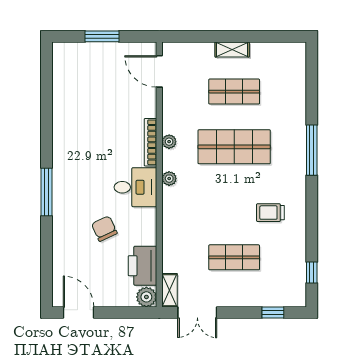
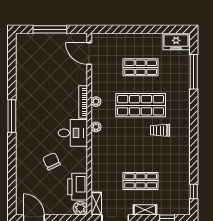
window: (102, 36) -> (50, 29), width x1.44
shelving: (232, 49) -> (145, 210), moved
freezer: (286, 54) -> (176, 42), added
window: (312, 150) -> (194, 72), moved
window: (46, 192) -> (12, 116), moved
trolley: (270, 213) -> (160, 130), moved

